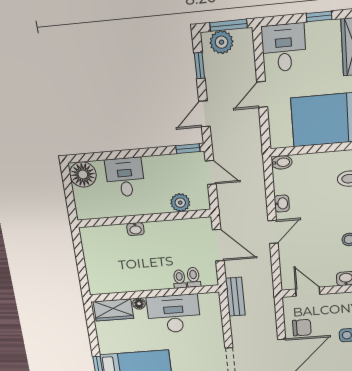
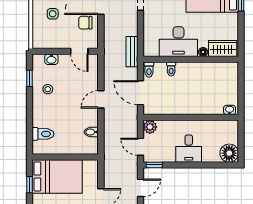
bidet: (282, 162) -> (91, 132), moved
desk: (125, 177) -> (189, 149), moved
plant: (180, 203) -> (150, 127), moved
washbasin: (282, 203) -> (93, 120), removed
washbasin: (135, 229) -> (230, 110), moved
toilet: (193, 277) -> (149, 70), moved

